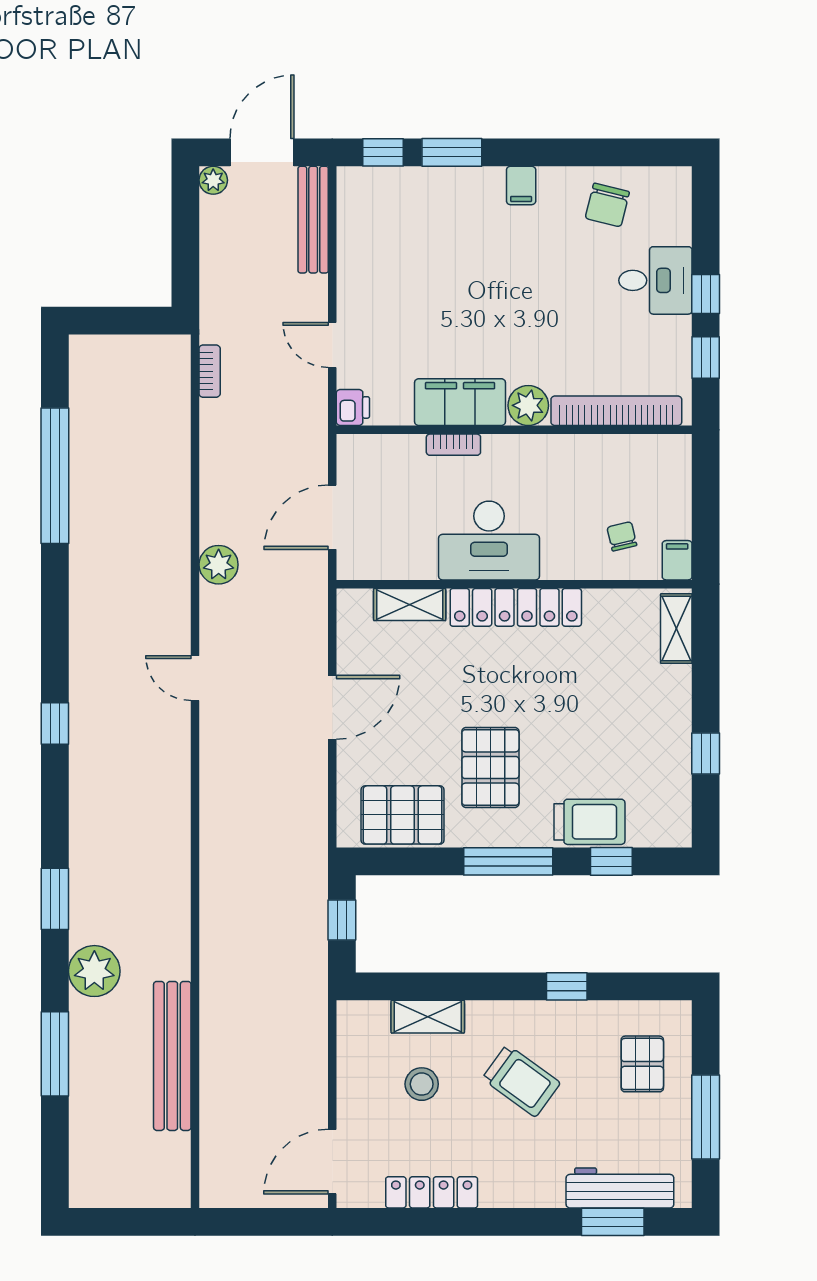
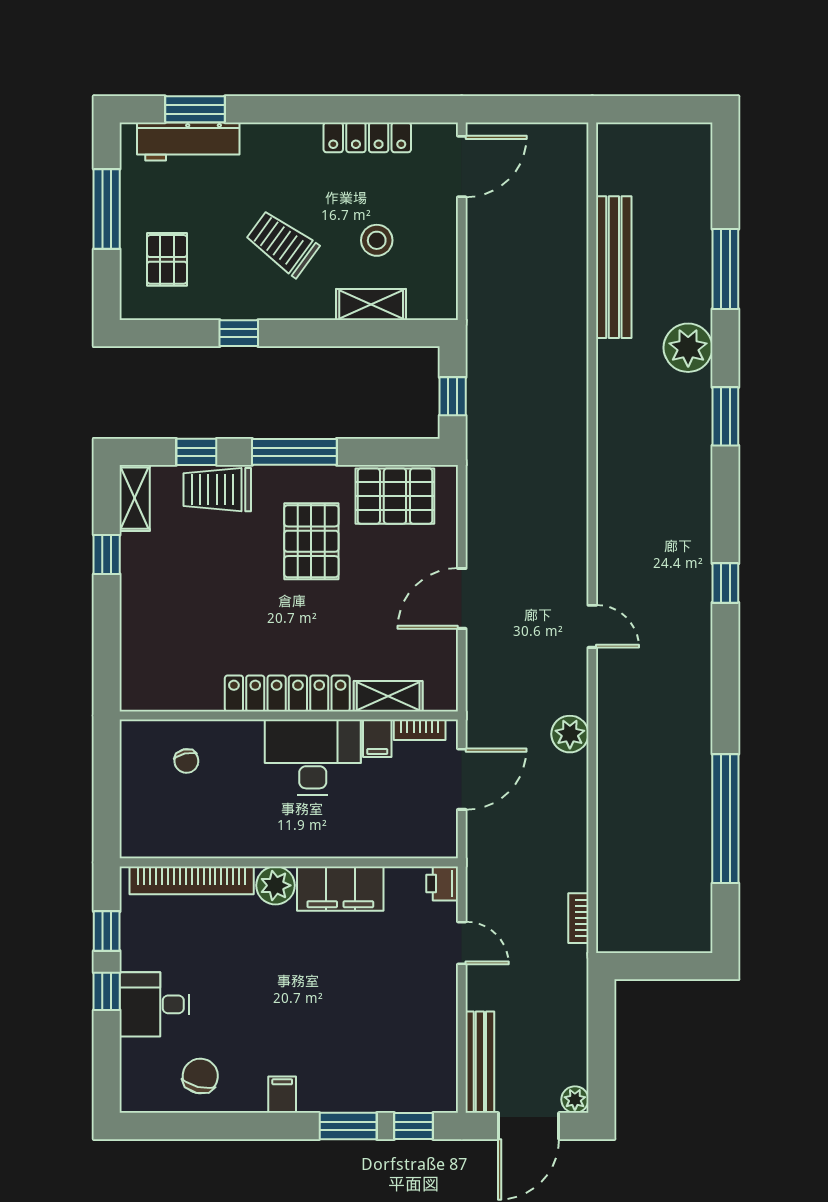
bookcase: (453, 445) -> (420, 730), moved, turned 180
filing cabinet: (677, 560) -> (377, 738), moved
shelving: (676, 629) -> (135, 498), moved

